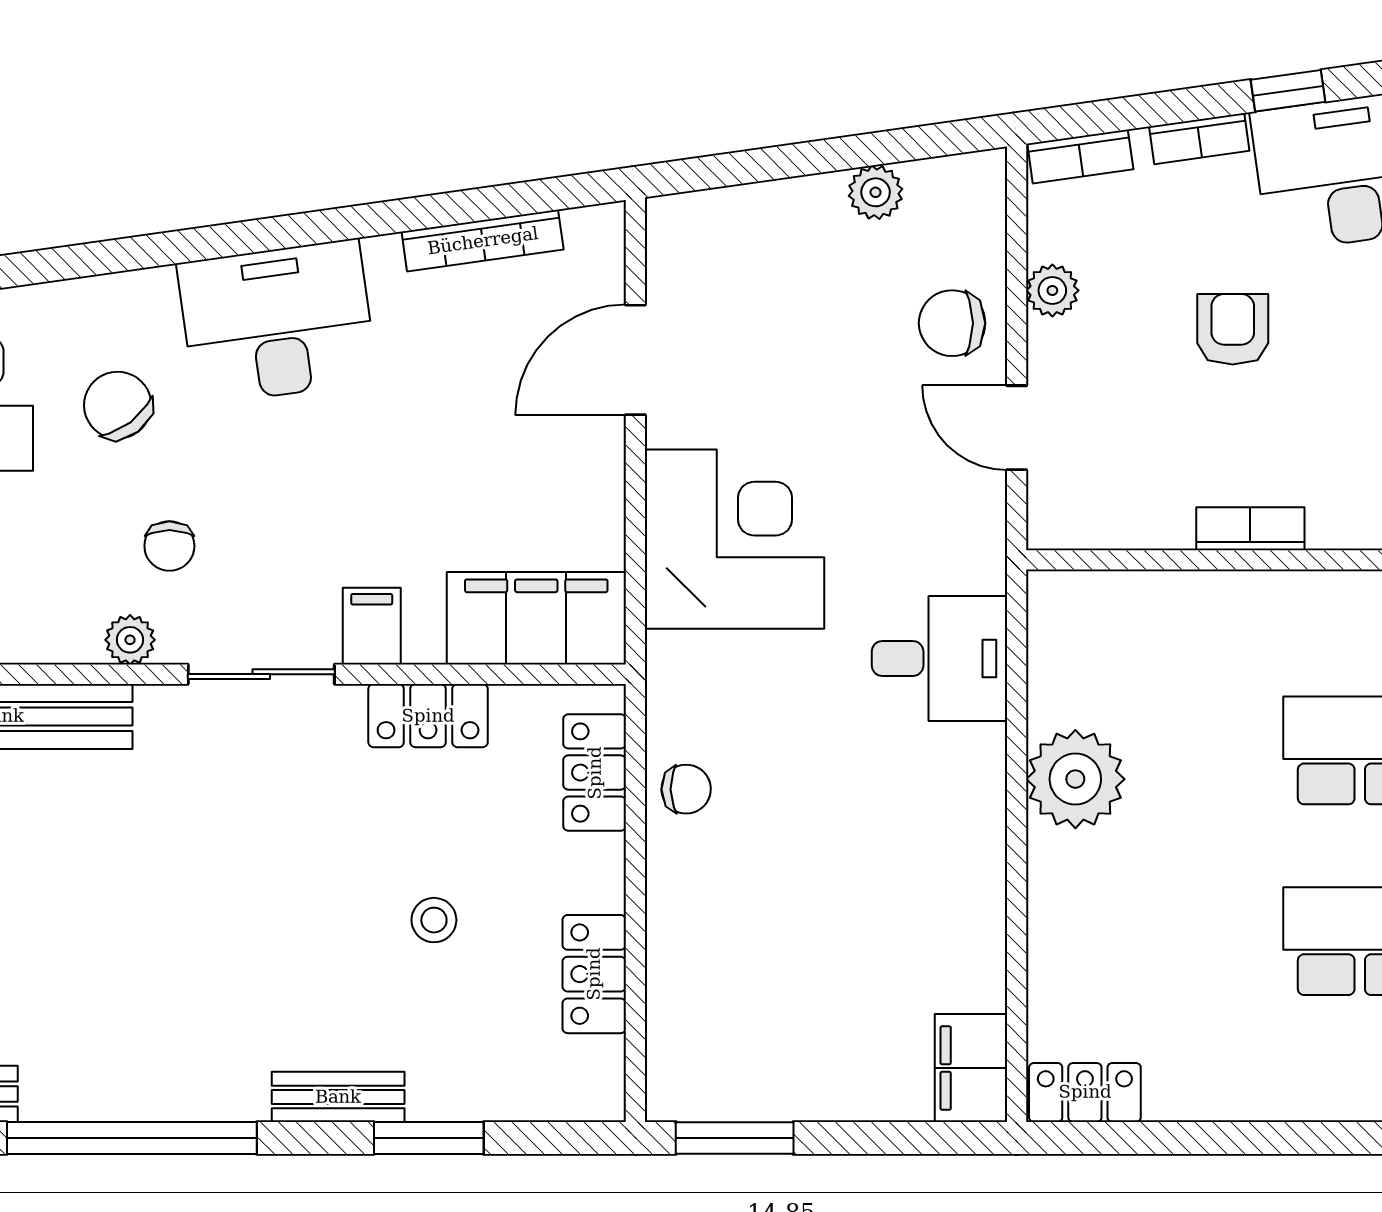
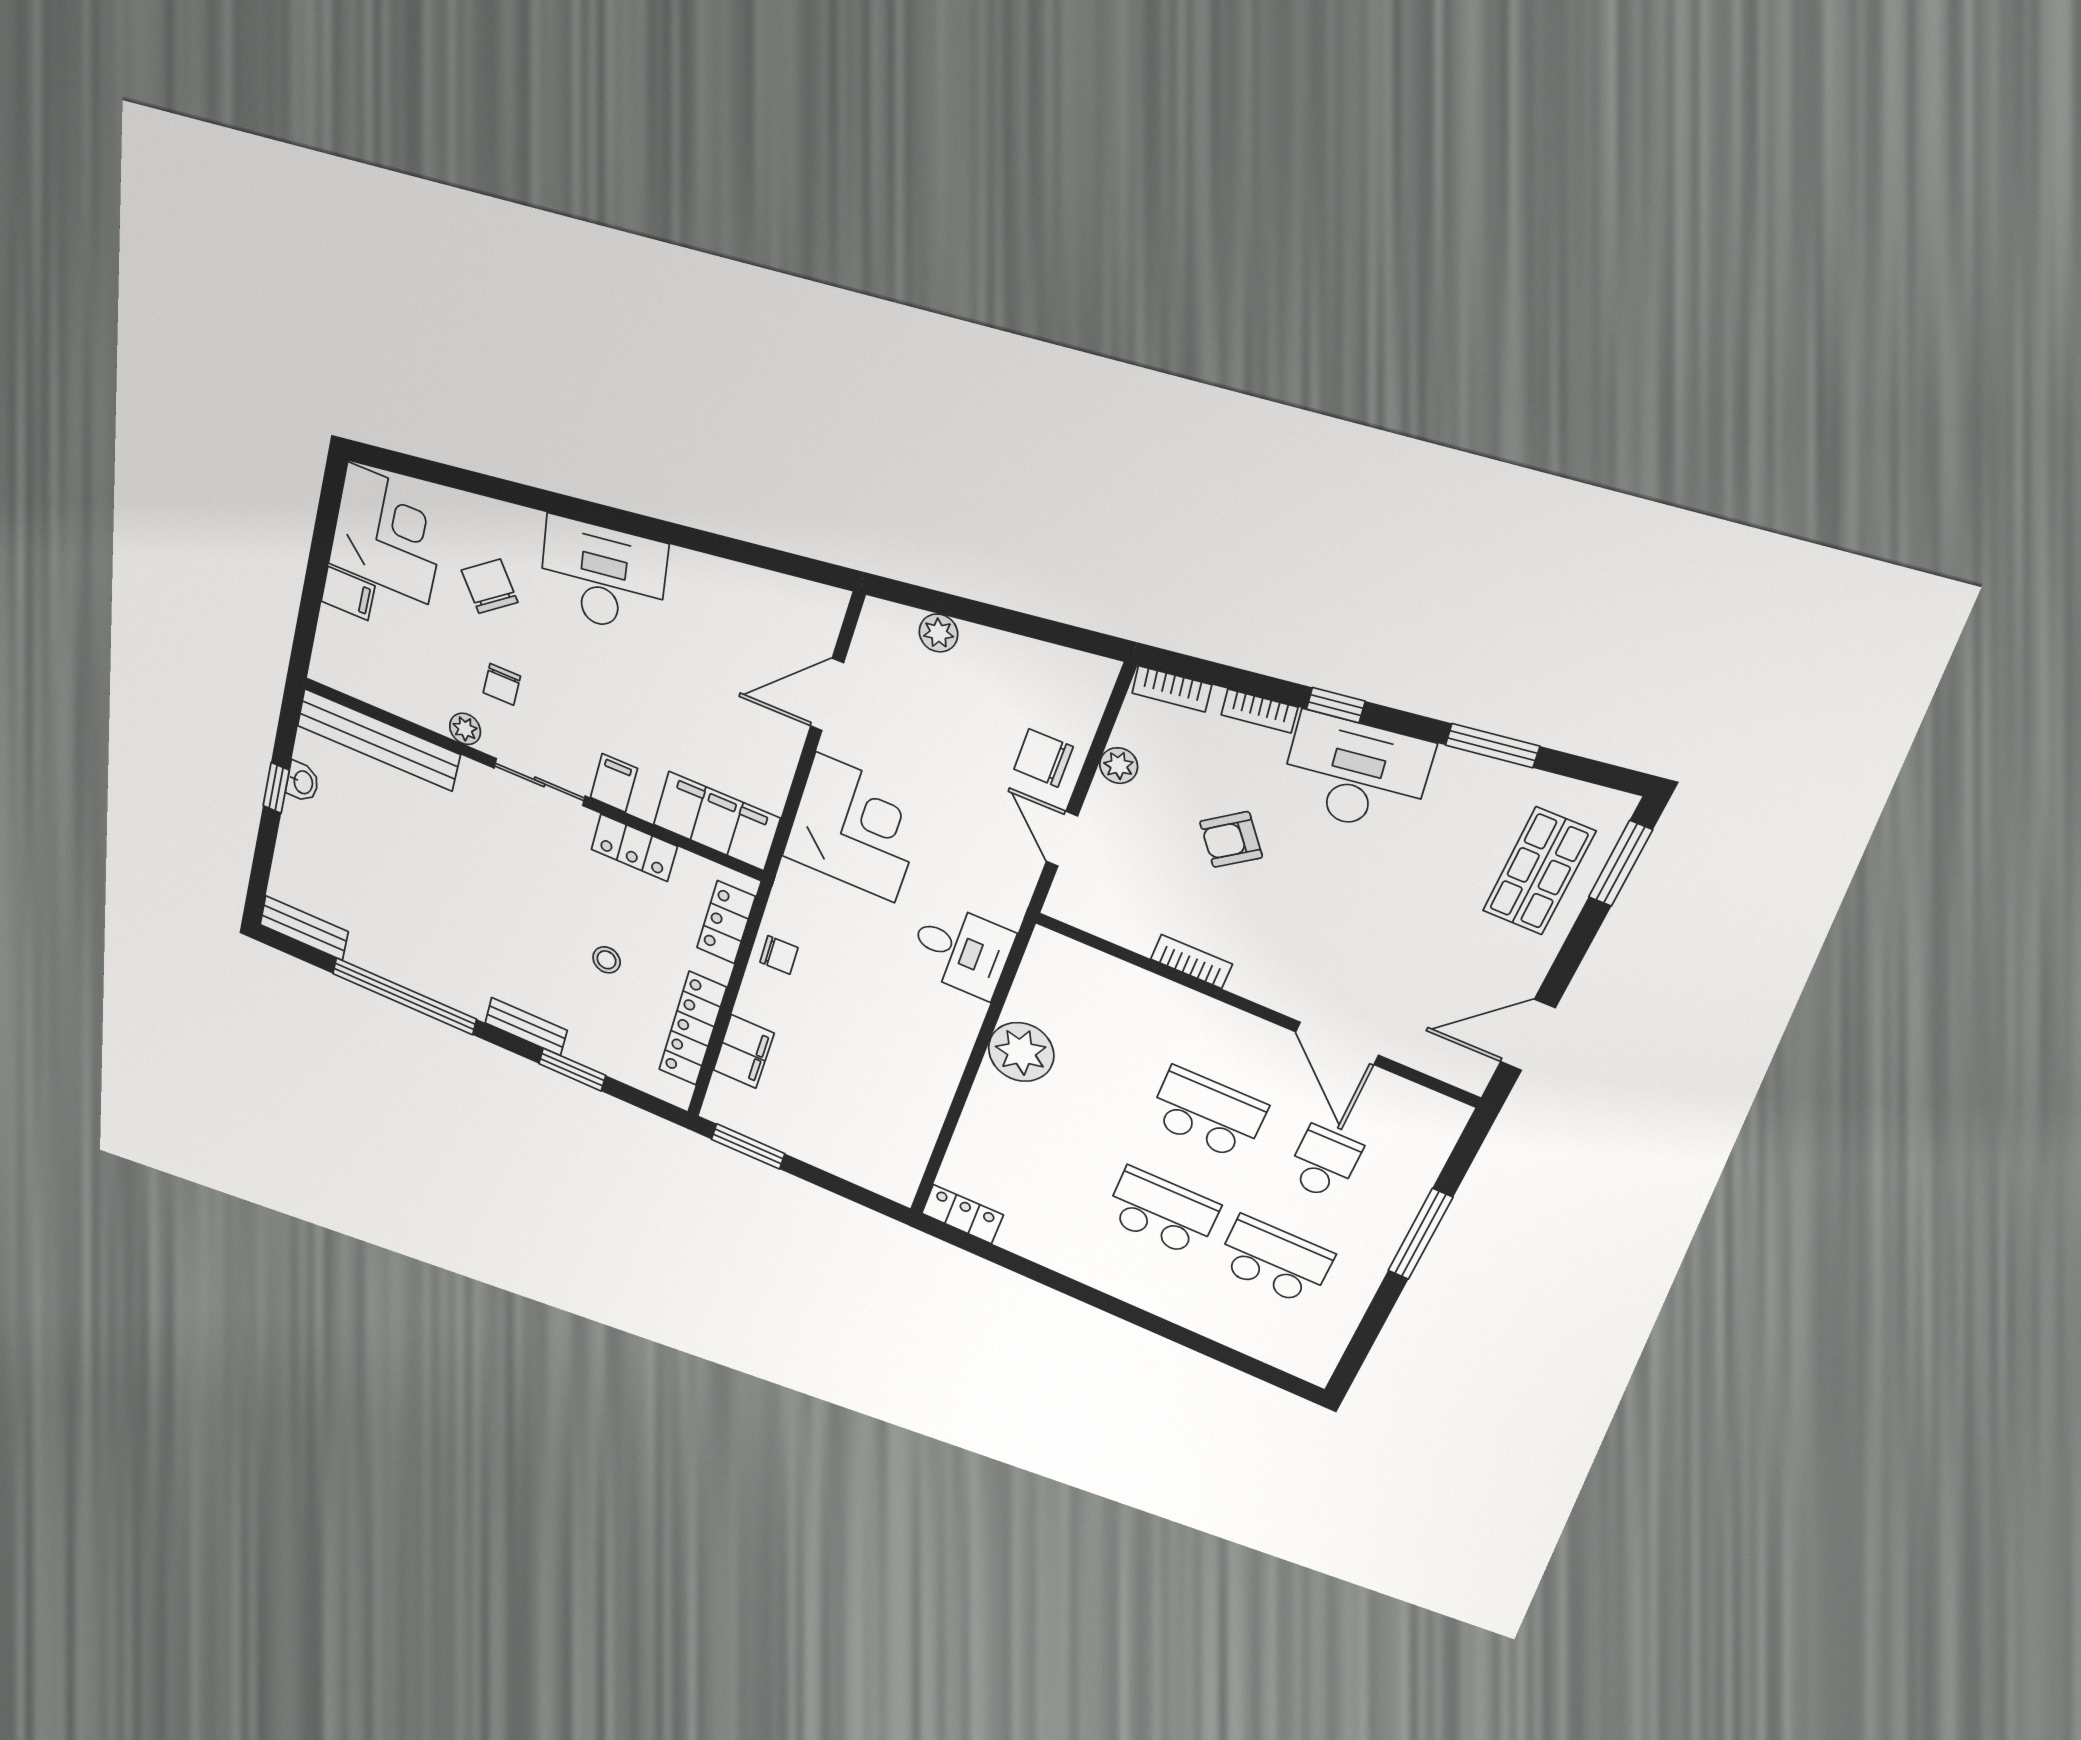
plant: (876, 192) -> (938, 633), moved
bookcase: (483, 241) -> (750, 579), removed
armchair: (1233, 329) -> (1231, 839), turned -127
locker: (594, 974) -> (693, 1029), width x1.53
filing cabinet: (971, 1068) -> (744, 1052), moved, turned 180

